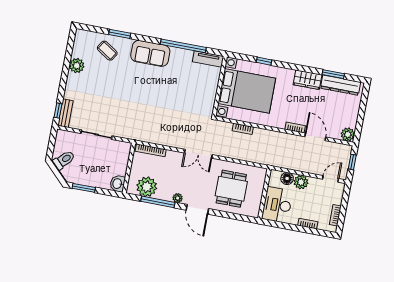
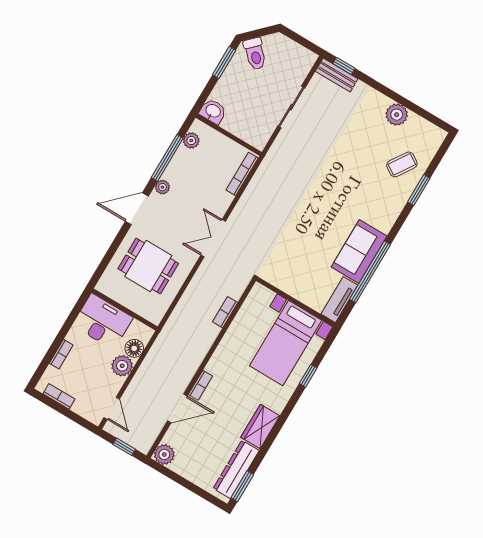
sofa: (150, 53) -> (359, 252), moved
window: (333, 74) -> (242, 486), moved
bed with nightstands: (247, 91) -> (286, 343), width x0.73
toilet: (64, 160) -> (255, 54), moved
plant: (147, 187) -> (191, 140), width x0.53, depth x0.53

